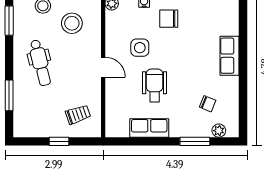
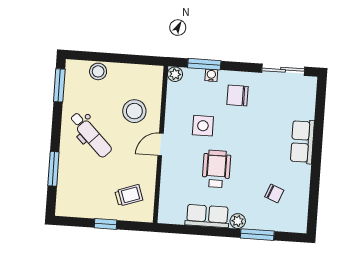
stool: (72, 23) -> (134, 111), moved
dental chair: (40, 63) -> (91, 135), turned -31
door: (103, 67) -> (161, 144), swing flipped
plant: (219, 131) -> (238, 221), moved

